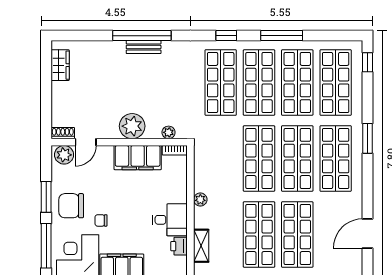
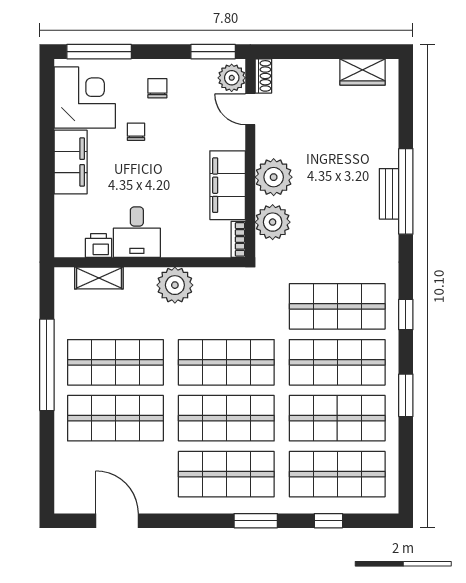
window: (282, 36) -> (406, 395), width x0.69
window: (368, 62) -> (328, 521), moved
plant: (169, 132) -> (273, 222), width x1.88, depth x1.88
window: (46, 197) -> (213, 52), moved
plant: (200, 200) -> (175, 285), width x1.88, depth x1.88
chair: (71, 206) -> (157, 88), width x0.54, depth x0.54

